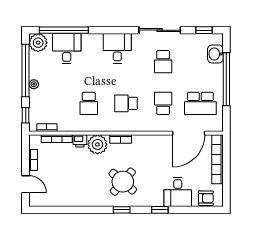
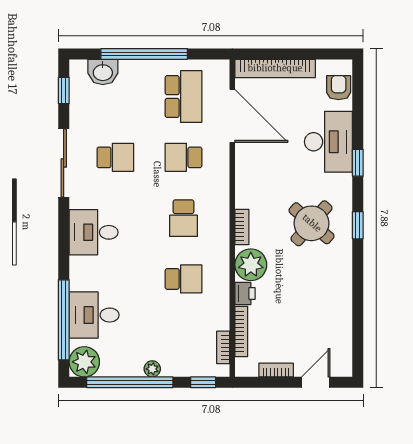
desk: (178, 192) -> (328, 142), width x1.37

